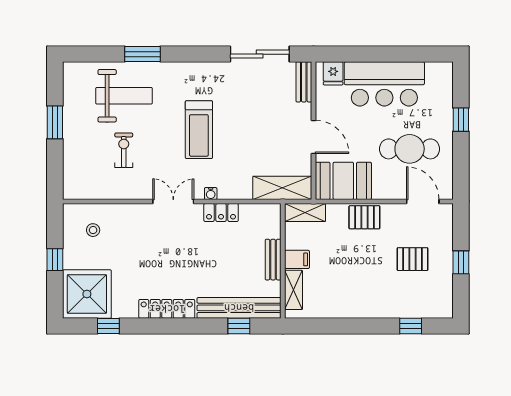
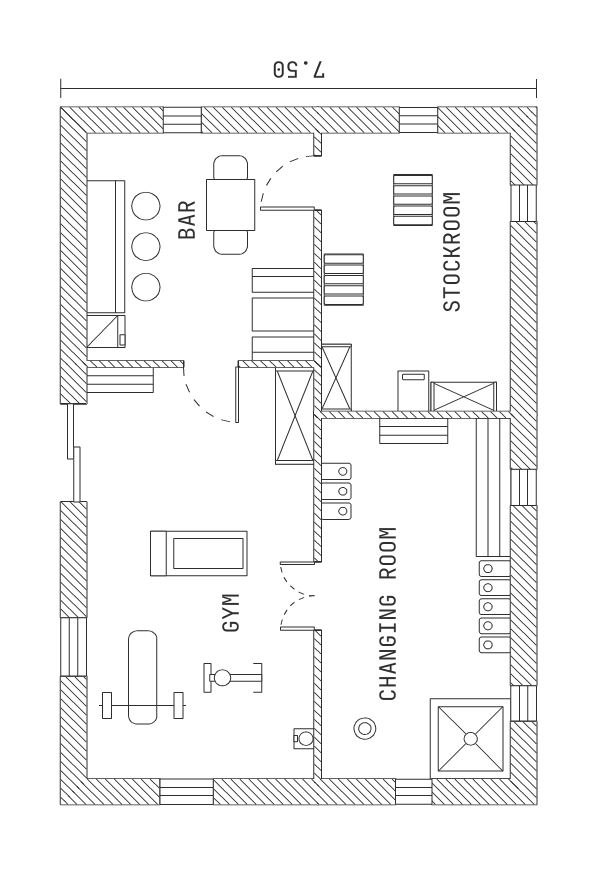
door: (313, 137) -> (211, 364), swing flipped
water cooler: (211, 193) -> (304, 739), moved
locker: (221, 213) -> (336, 491), moved

